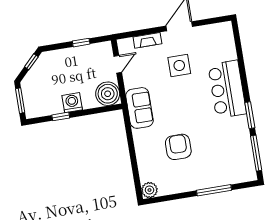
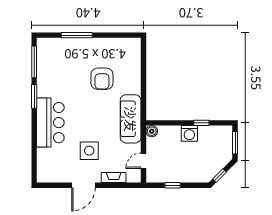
boiler: (108, 94) -> (152, 131), width x0.54, depth x0.54
sofa: (139, 108) -> (131, 119), width x1.36
plant: (149, 190) -> (134, 45), removed

